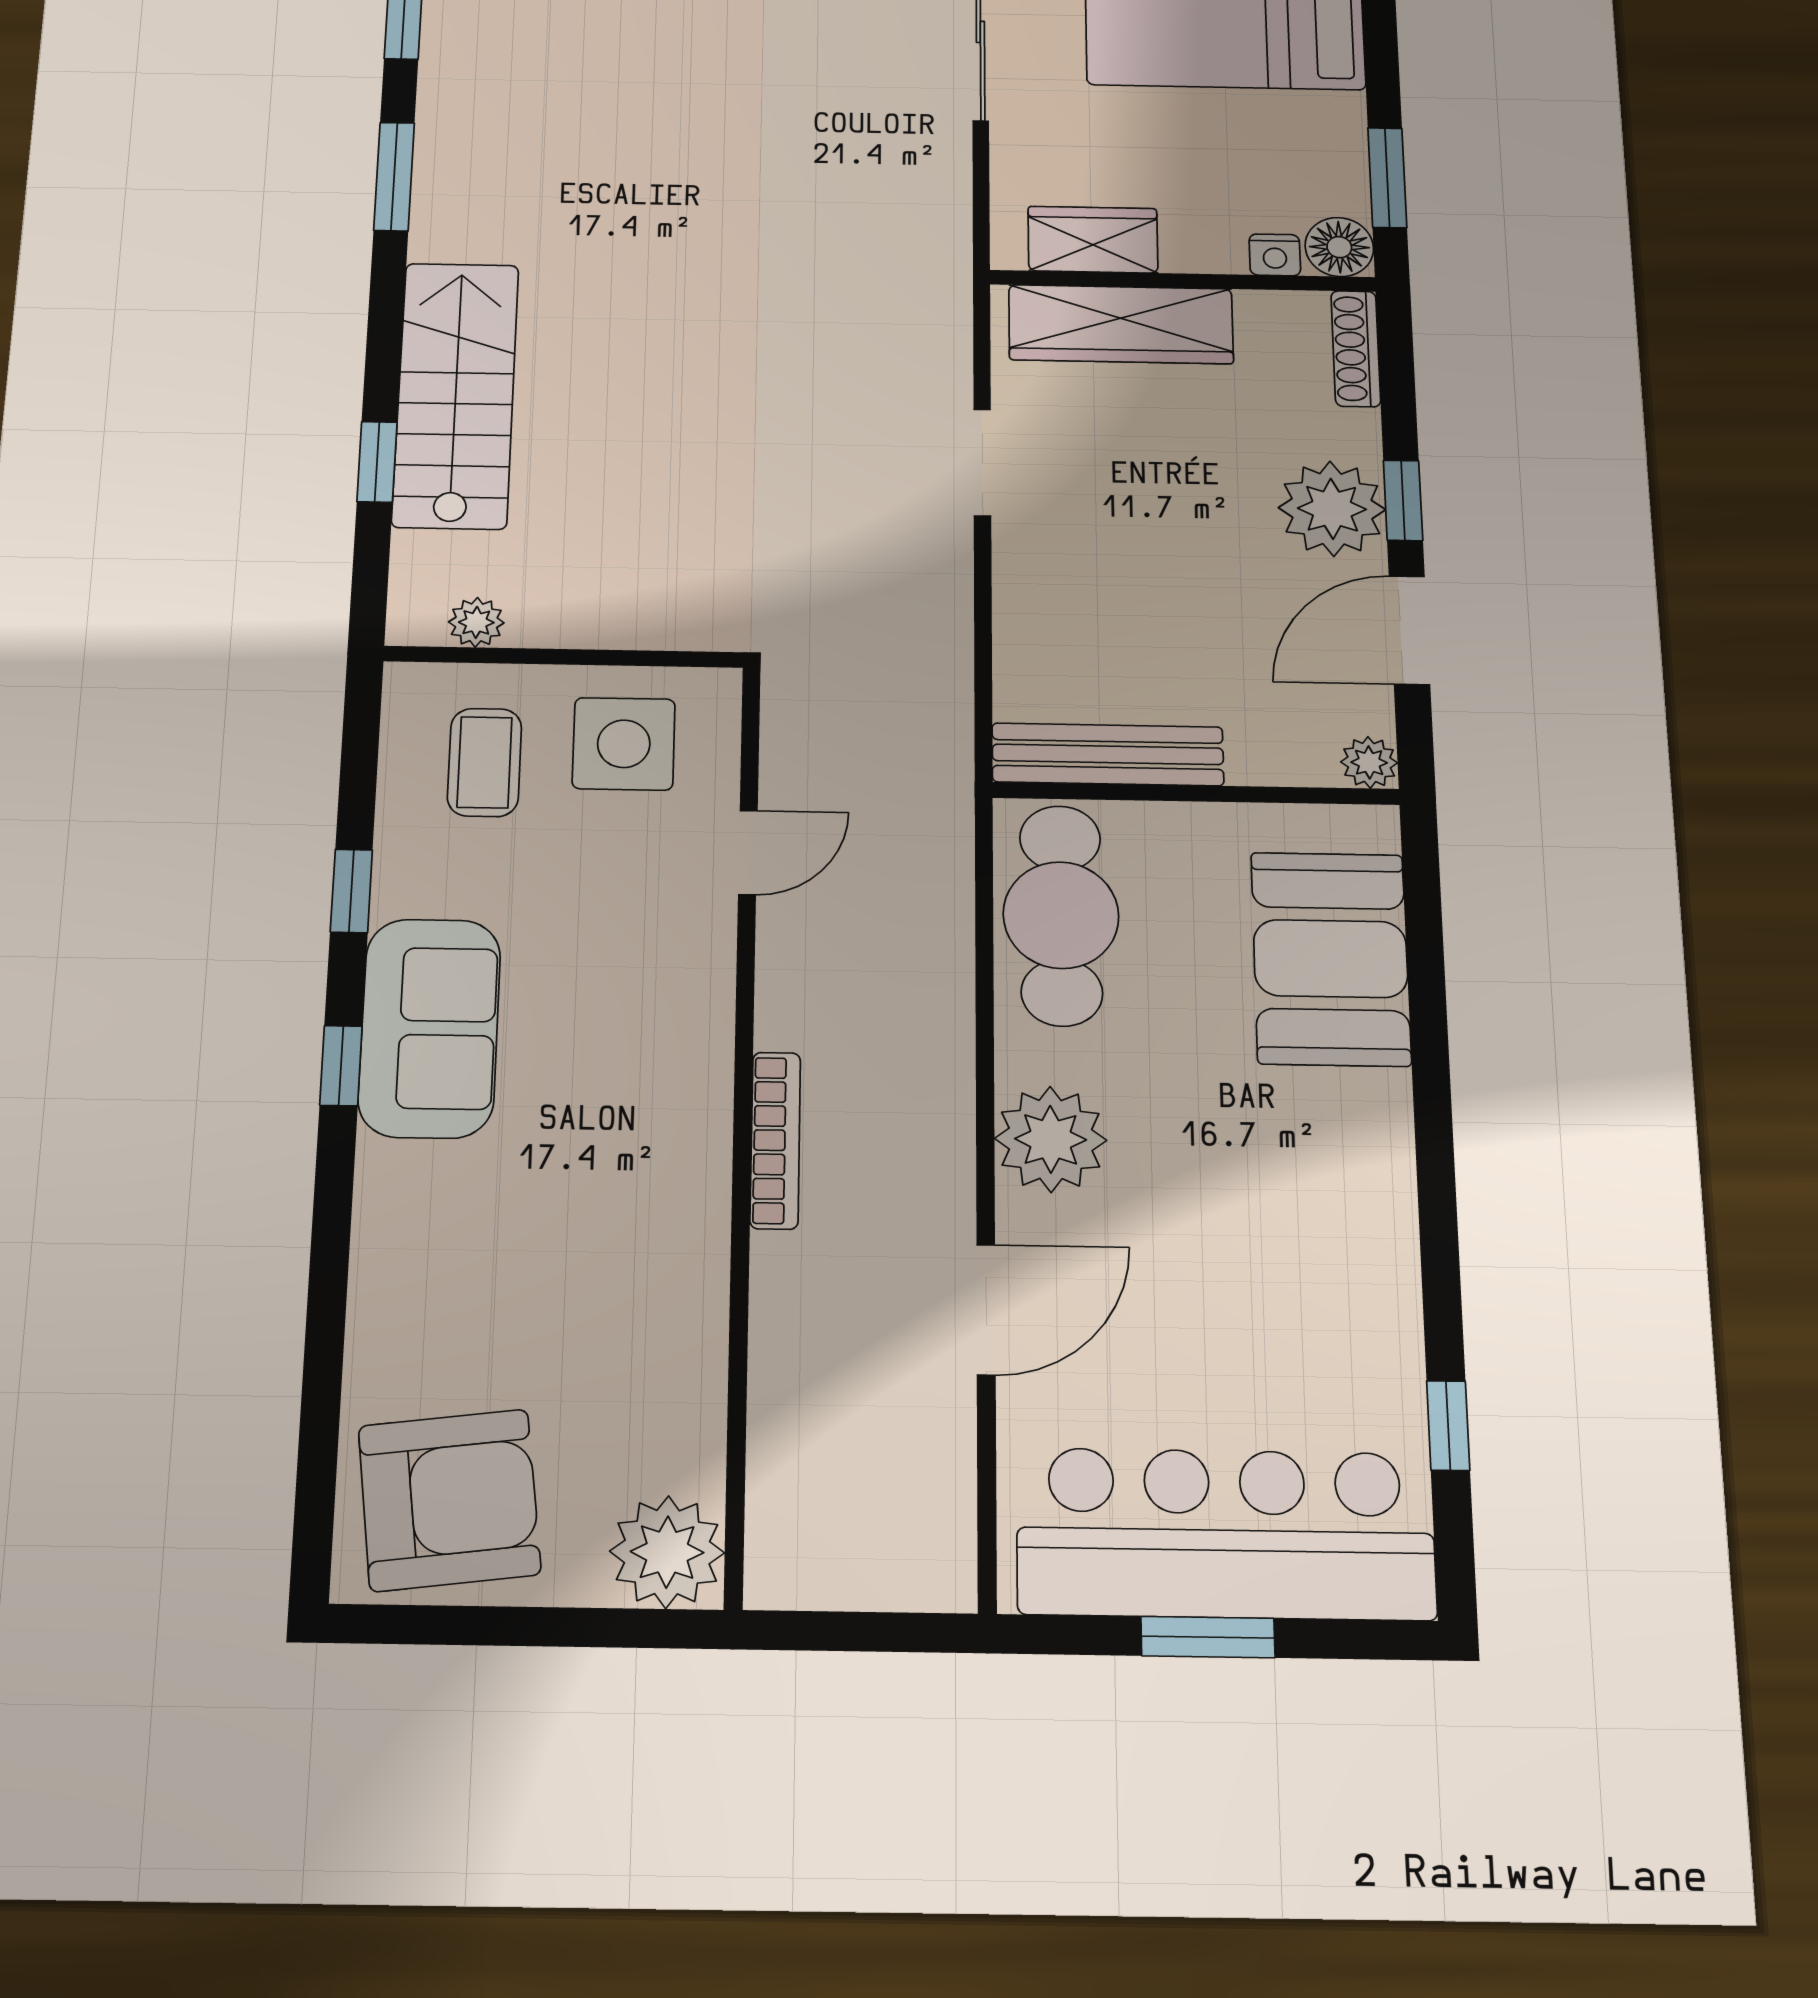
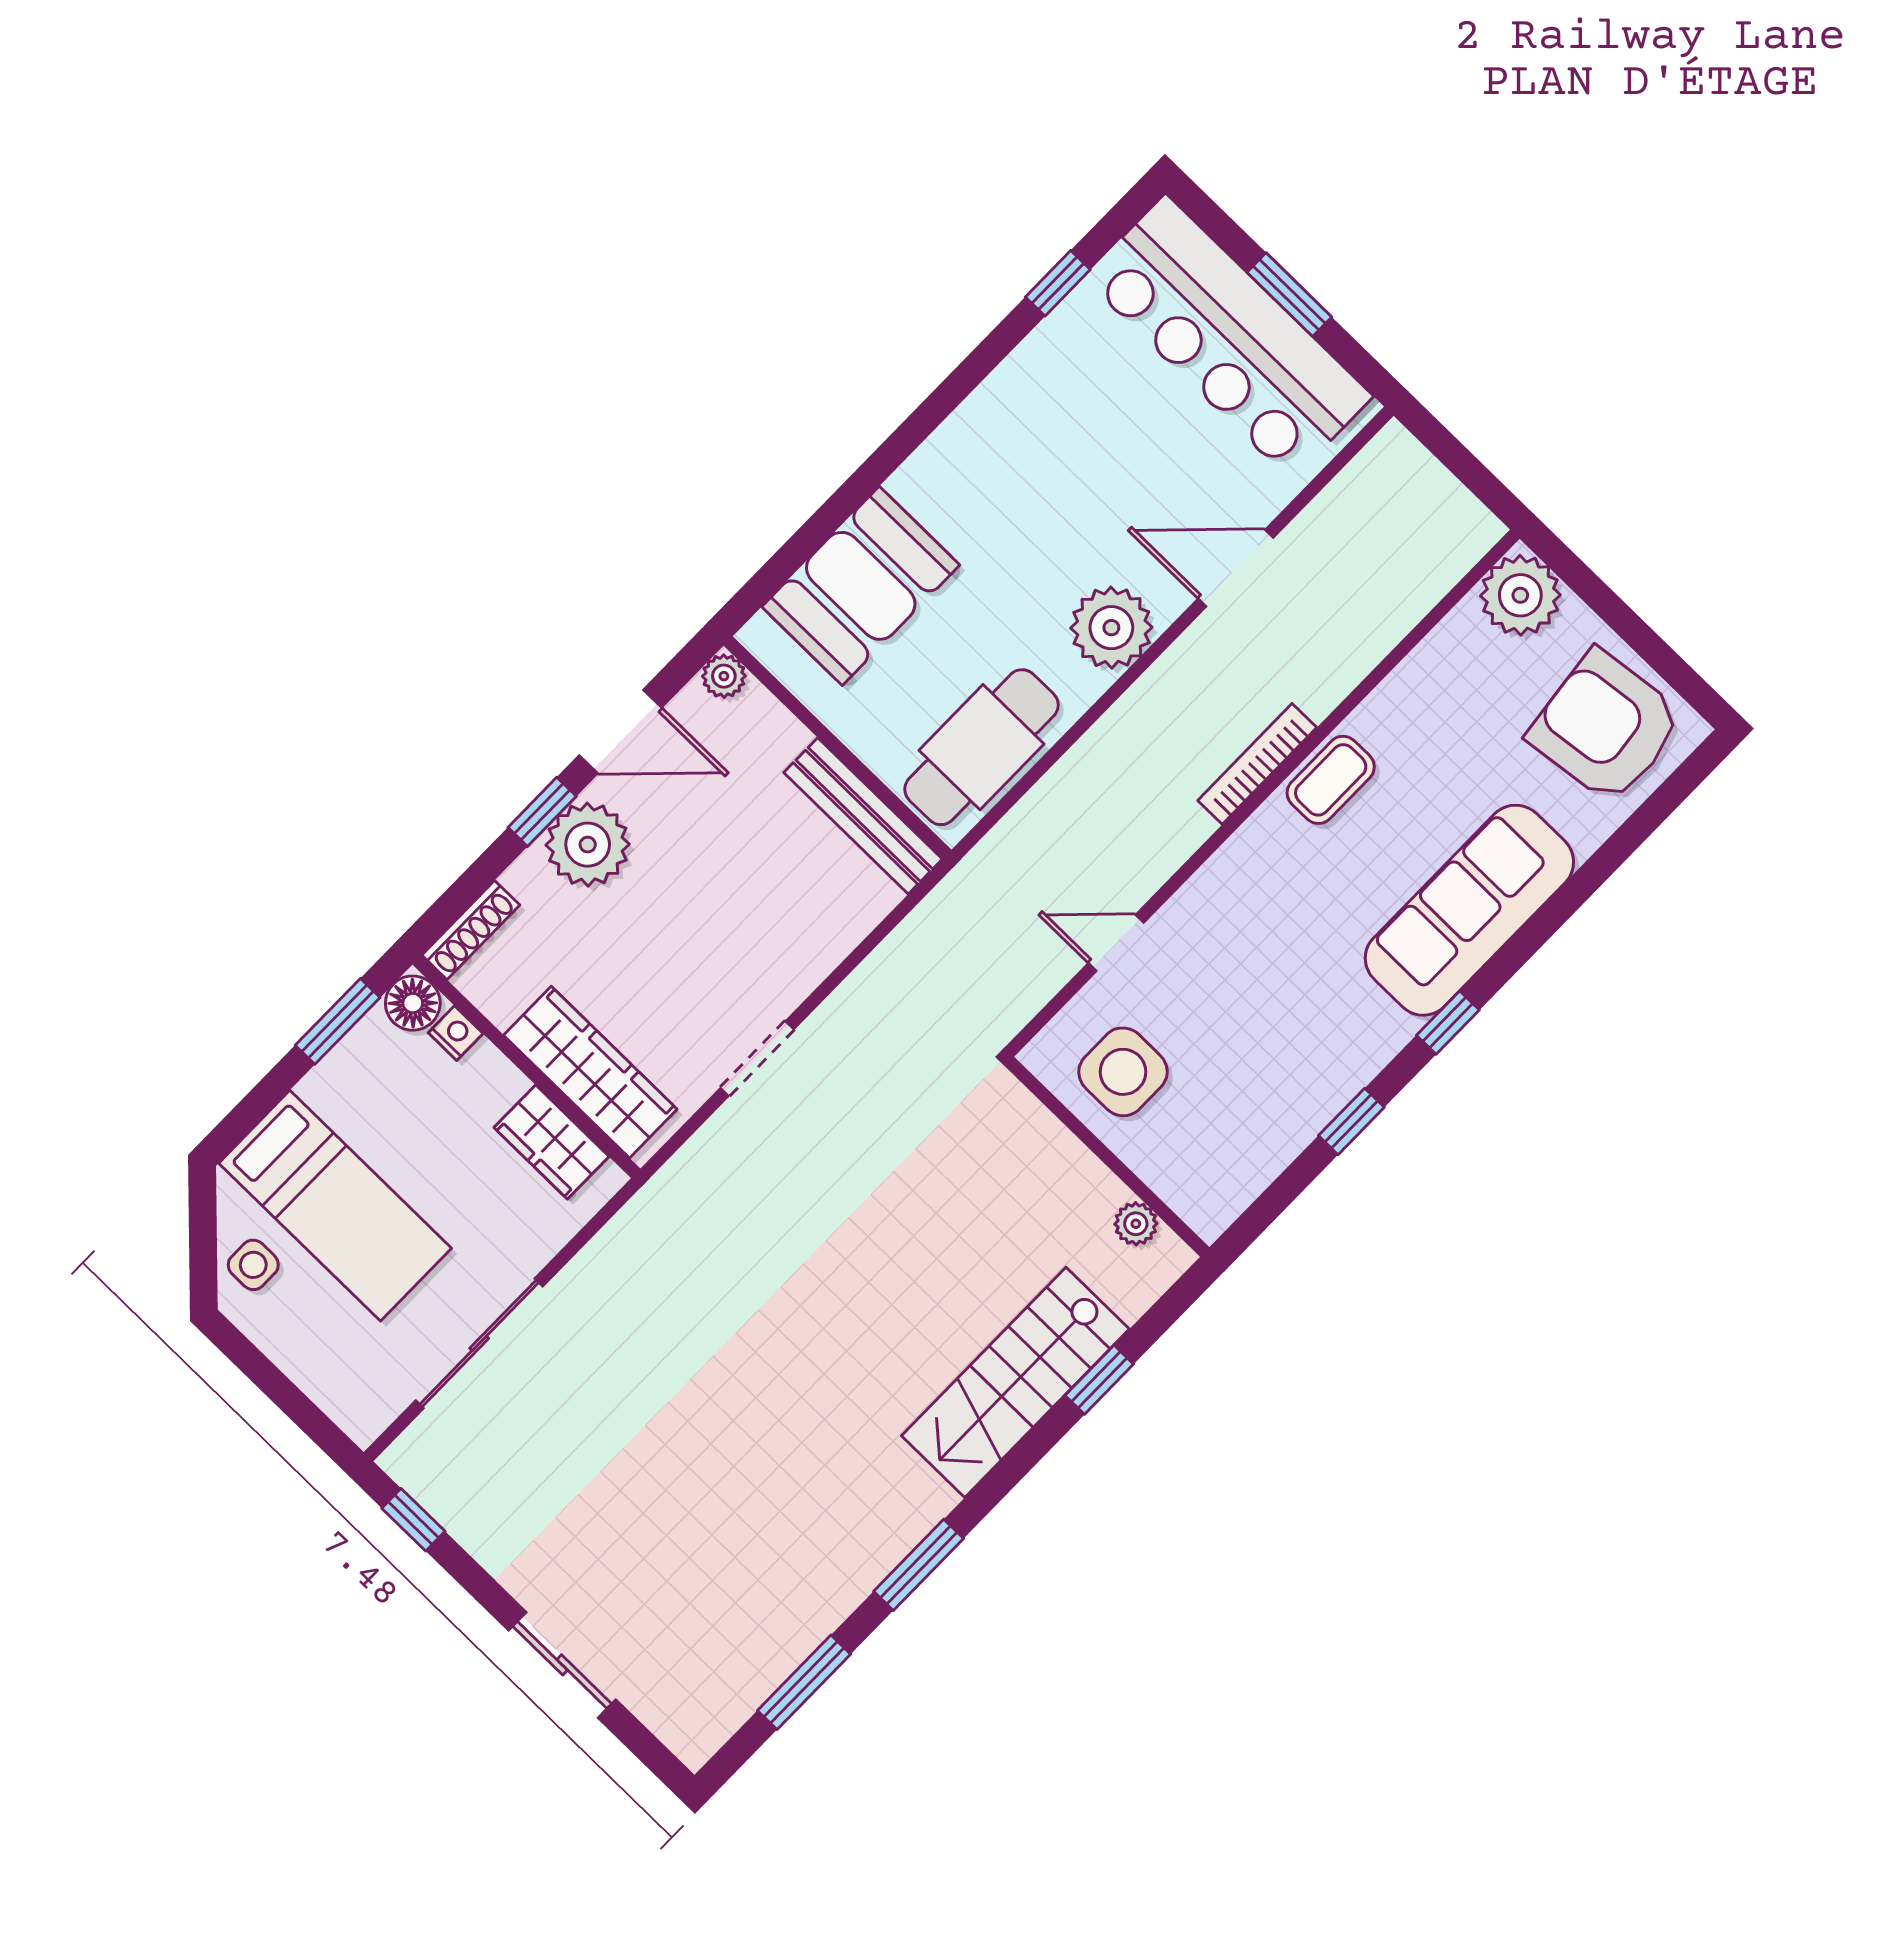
coffee table: (485, 762) -> (1331, 780), moved
sofa: (430, 1028) -> (1469, 910), moved, width x1.36

